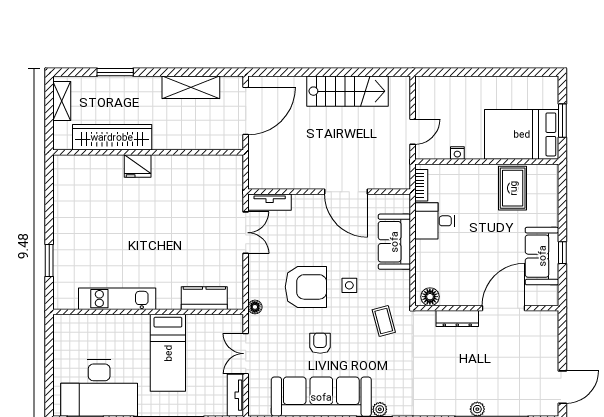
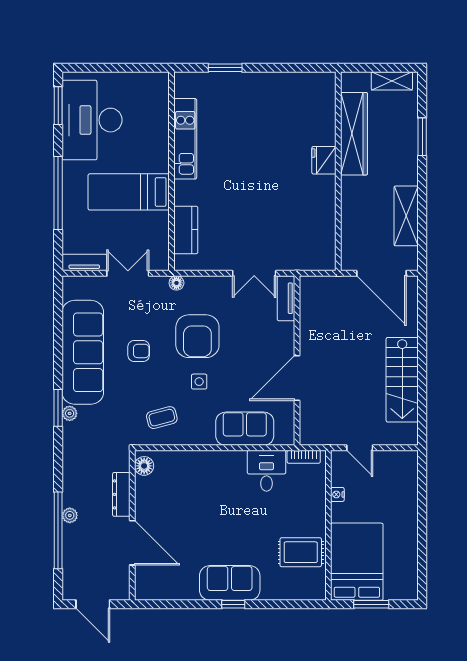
floor lamp: (430, 297) -> (144, 466), moved
wall: (487, 308) -> (132, 525), moved
door: (503, 308) -> (132, 543), moved
dresser: (457, 318) -> (121, 494), moved

